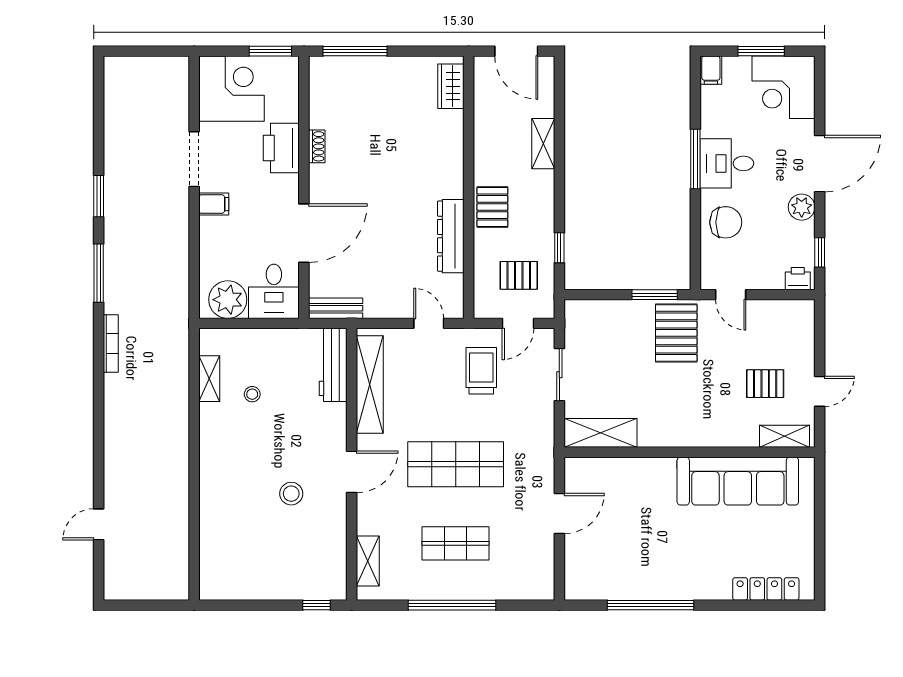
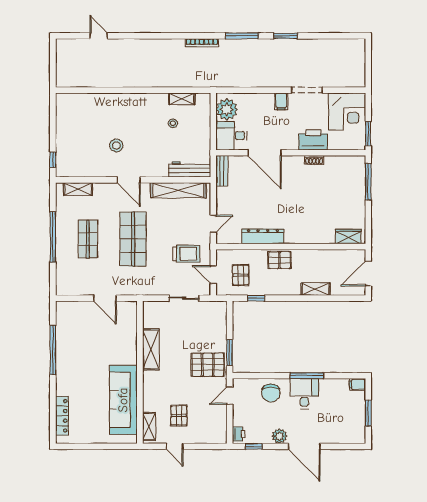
corner desk: (783, 87) -> (348, 426), removed
shelving: (601, 433) -> (151, 349), moved

